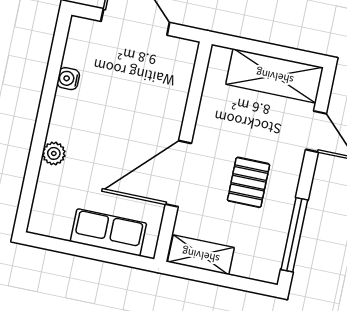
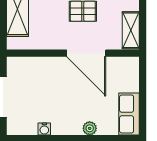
row of seats: (108, 232) -> (129, 114), moved

